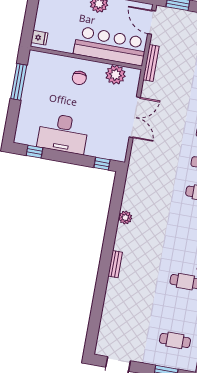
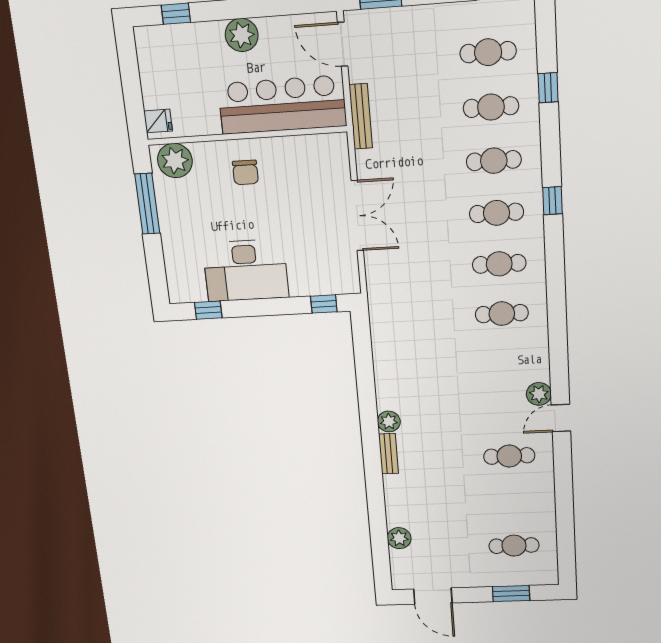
plant: (115, 75) -> (175, 161), moved
plant: (125, 218) -> (389, 421), moved
plant: (107, 320) -> (399, 538), added

